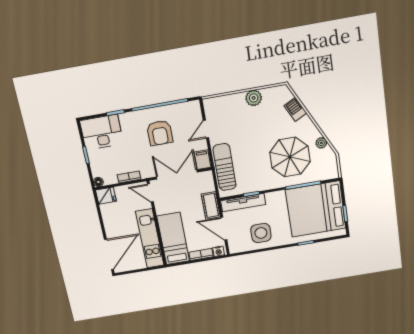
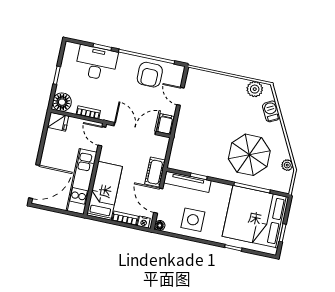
plant: (254, 98) -> (255, 89), moved
door: (206, 129) -> (180, 96), hinge flipped
desk: (102, 132) -> (96, 63), moved
armchair: (160, 133) -> (150, 75), moved
plant: (321, 143) -> (287, 165), moved
sun lounger: (225, 167) -> (183, 140), removed
floor lamp: (98, 182) -> (62, 102), width x1.89, depth x1.89
floor lamp: (234, 249) -> (160, 225), added

